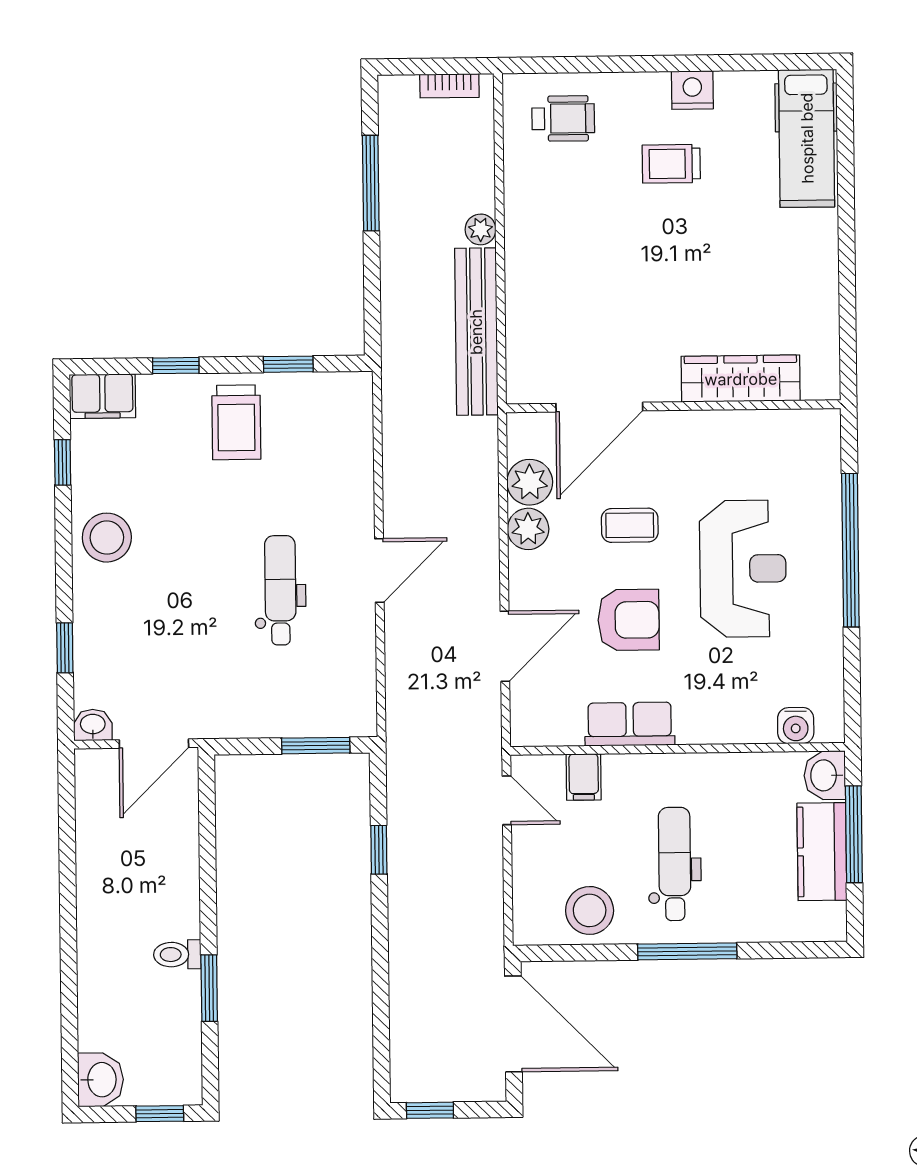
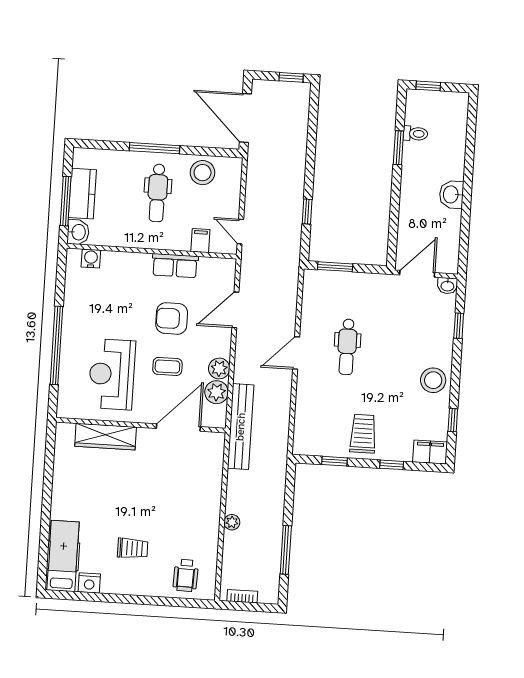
nightstand: (692, 90) -> (89, 583), moved
wheelchair: (563, 118) -> (186, 575), turned -88
bench: (476, 332) -> (241, 427), moved
reception desk: (743, 569) -> (112, 374), moved
toilet: (177, 954) -> (415, 134), moved
washbasin: (101, 1080) -> (451, 194), moved

